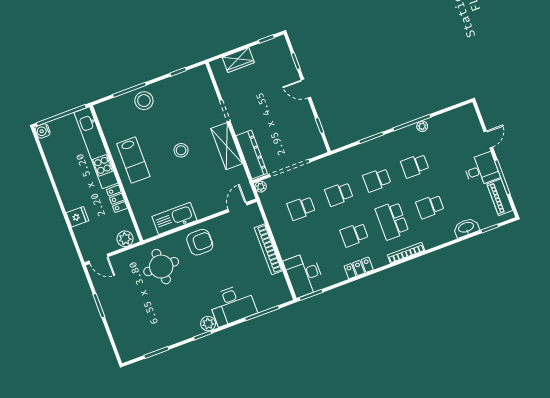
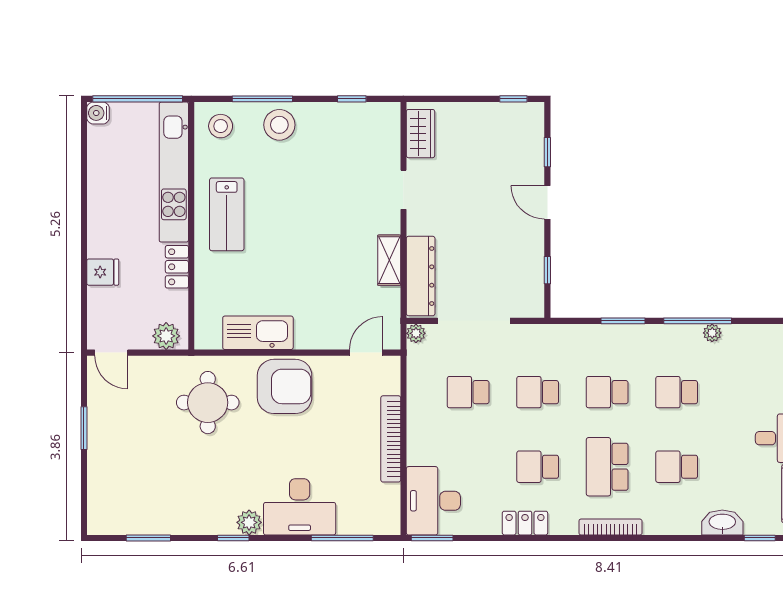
wardrobe: (238, 60) -> (420, 134), moved, turned -90
shelving: (227, 146) -> (389, 260), width x0.67, depth x0.75
stool: (181, 150) -> (221, 126), moved
armchair: (200, 242) -> (285, 386), width x1.36, depth x1.36

